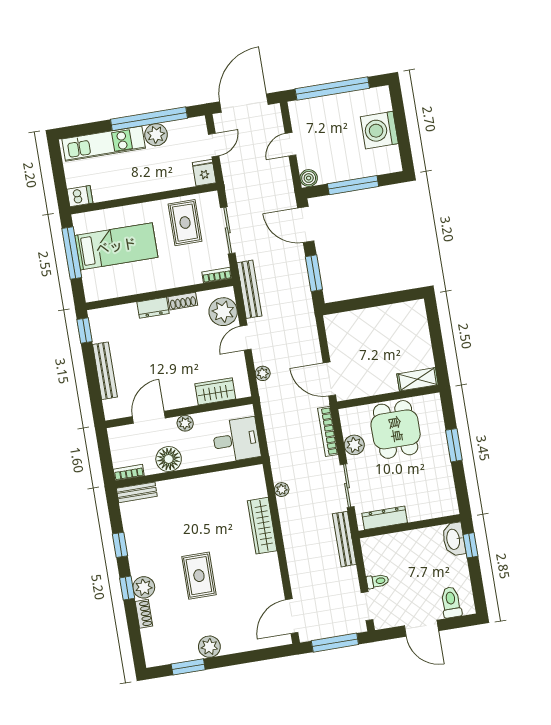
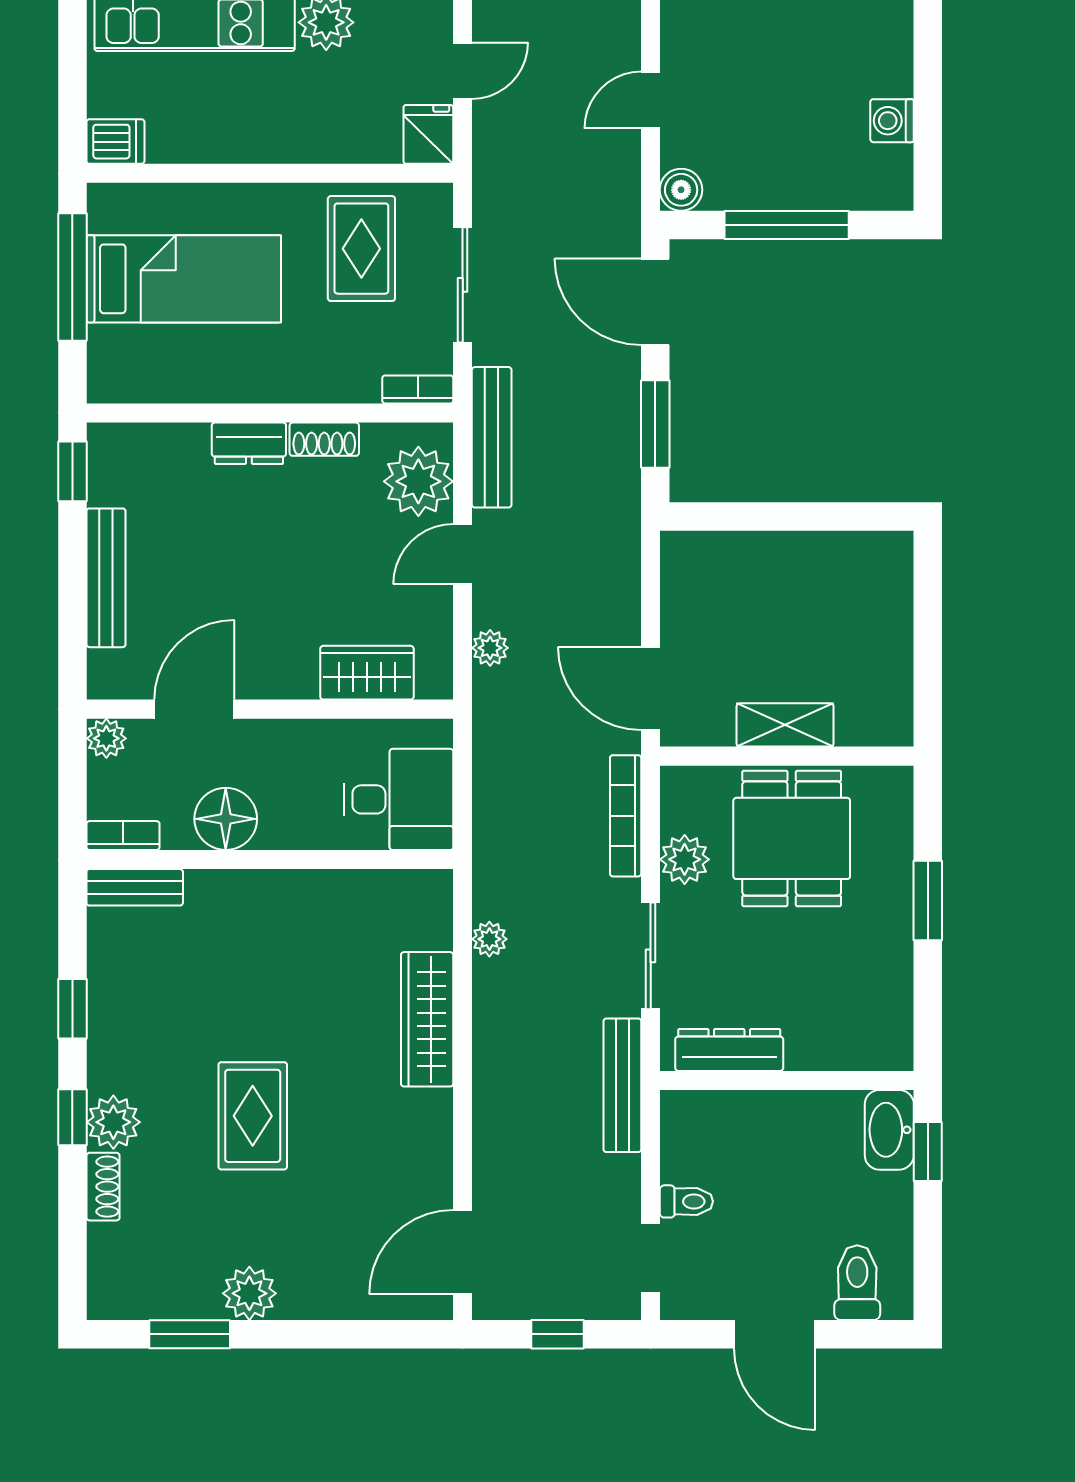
washing machine: (379, 130) -> (892, 121), width x0.53, depth x0.53
shelving: (417, 379) -> (785, 725), moved
plant: (185, 423) -> (106, 738), moved
window: (335, 643) -> (558, 1334), width x0.46

